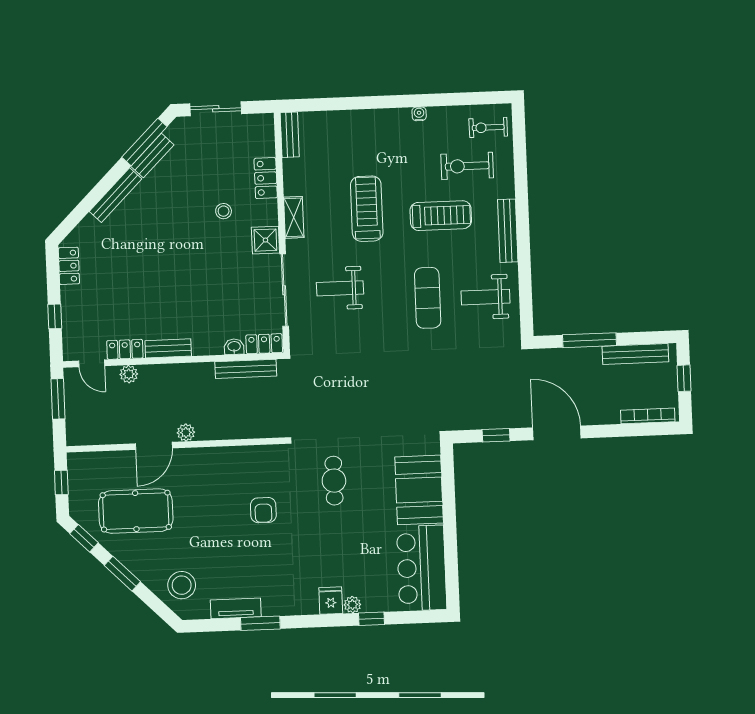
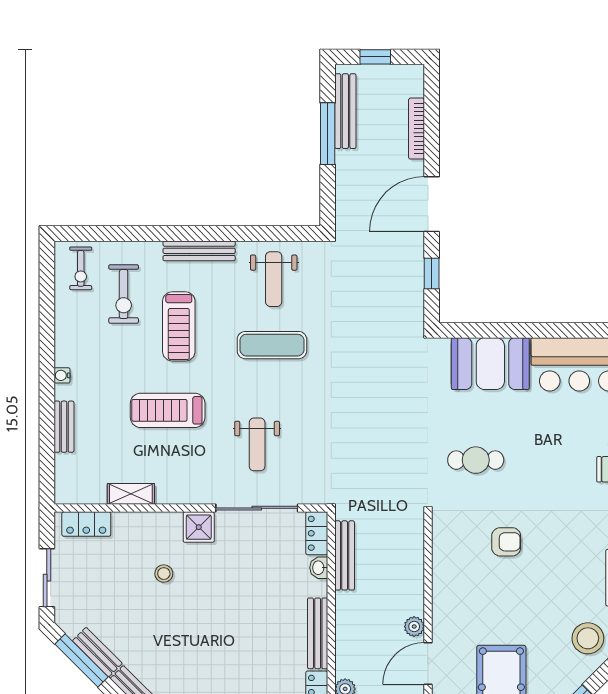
water cooler: (419, 114) -> (62, 375), moved
bench: (290, 135) -> (64, 427), moved, turned 90
locker: (266, 178) -> (86, 524), moved
treadmill: (441, 216) -> (179, 326), turned 180
shelving: (294, 217) -> (131, 494), moved
window: (589, 340) -> (328, 134), moved
bench: (168, 348) -> (318, 633), width x1.36
bookcase: (648, 416) -> (417, 129), moved
door: (154, 446) -> (428, 664), swing flipped

